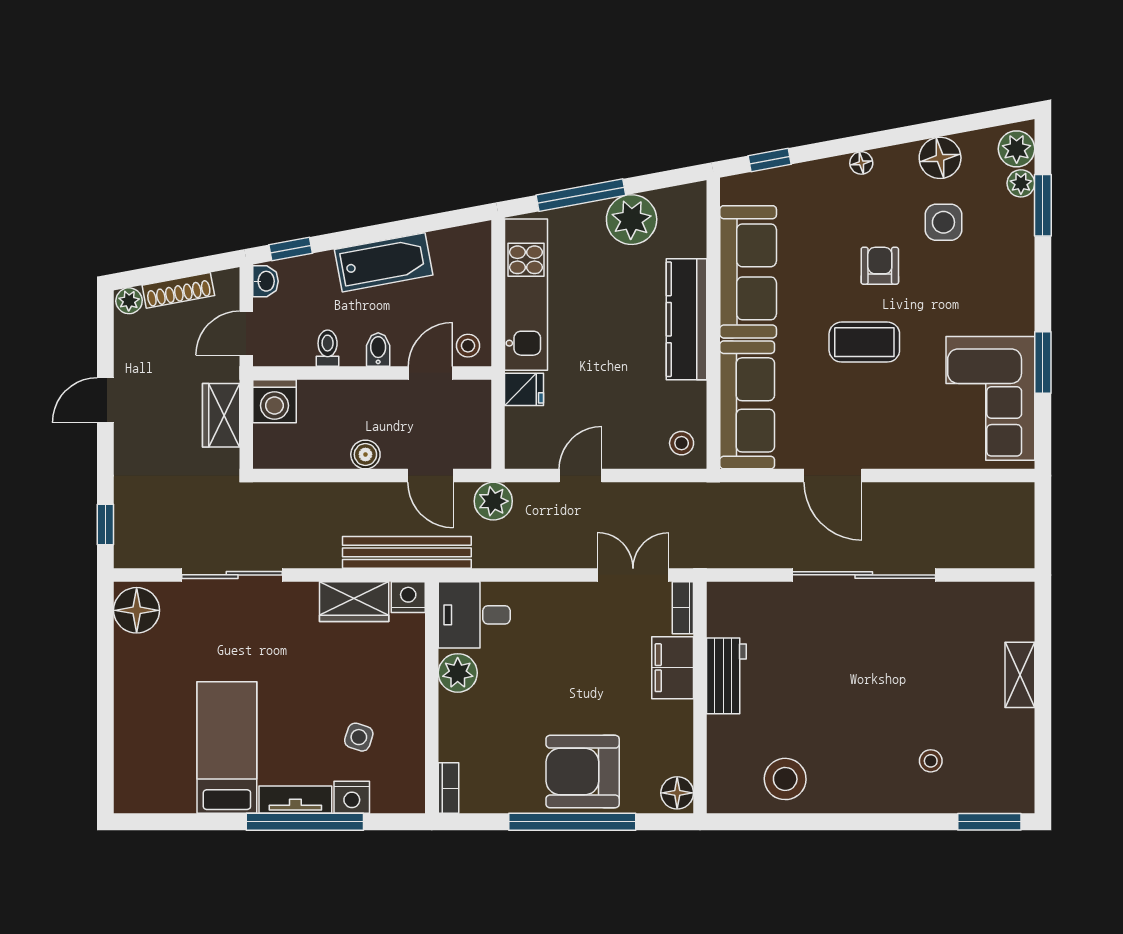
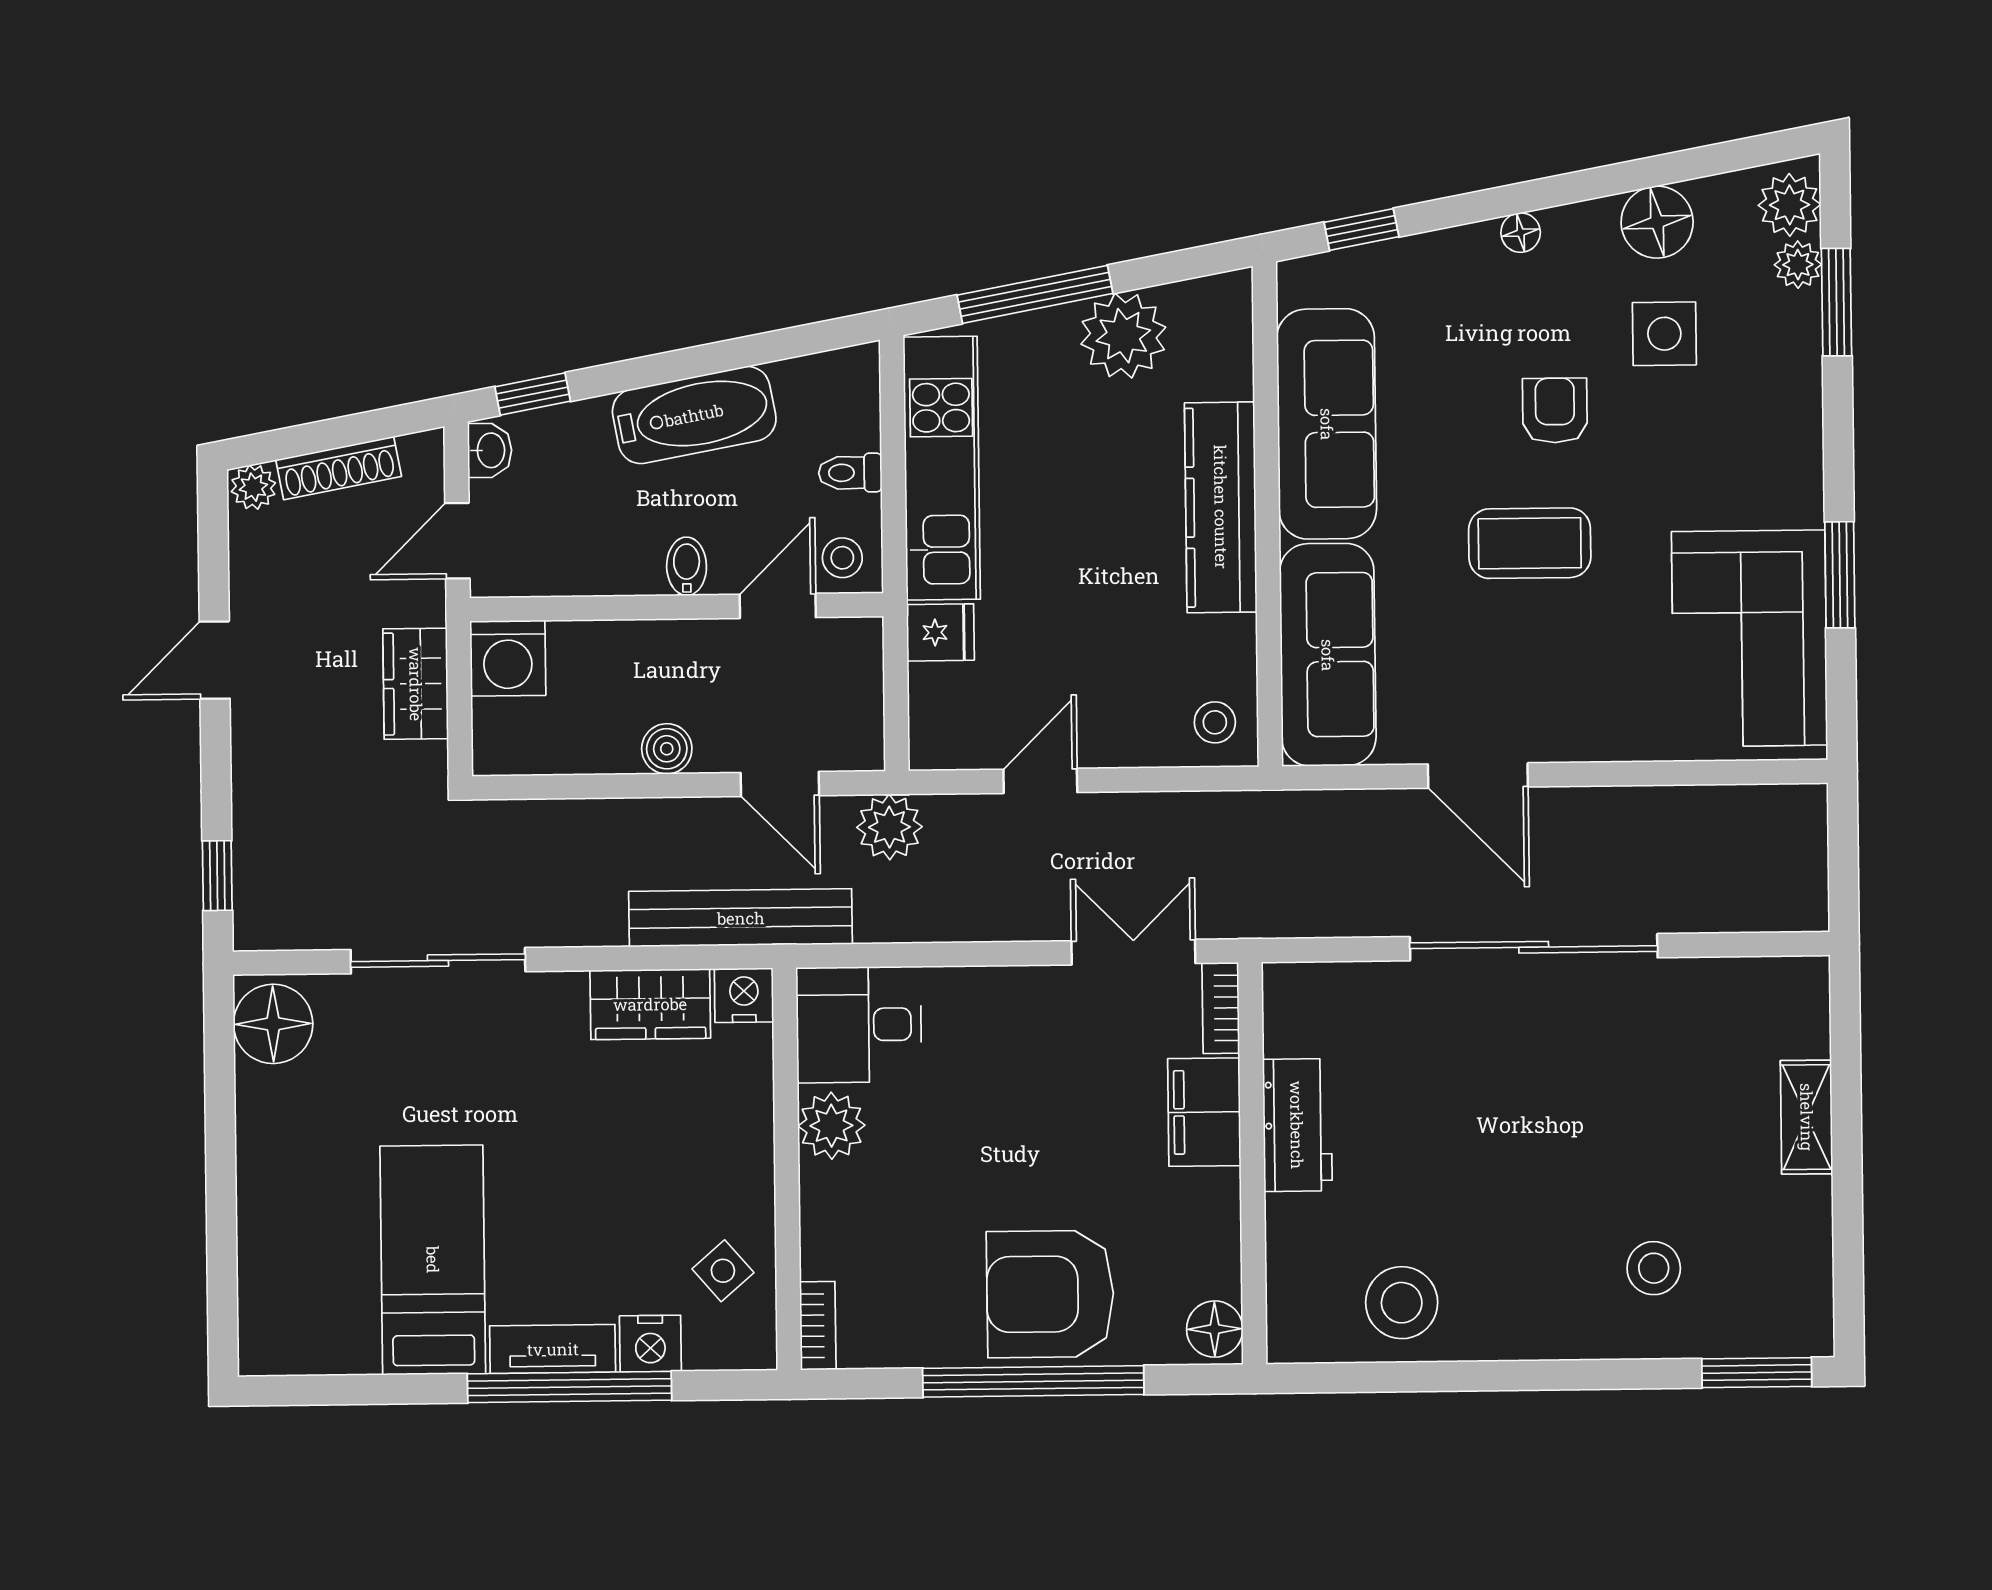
toilet: (328, 348) -> (850, 473), moved, turned -90
side table: (359, 737) -> (723, 1271), moved, turned 31
stool: (931, 761) -> (1654, 1268), width x1.37, depth x1.37

